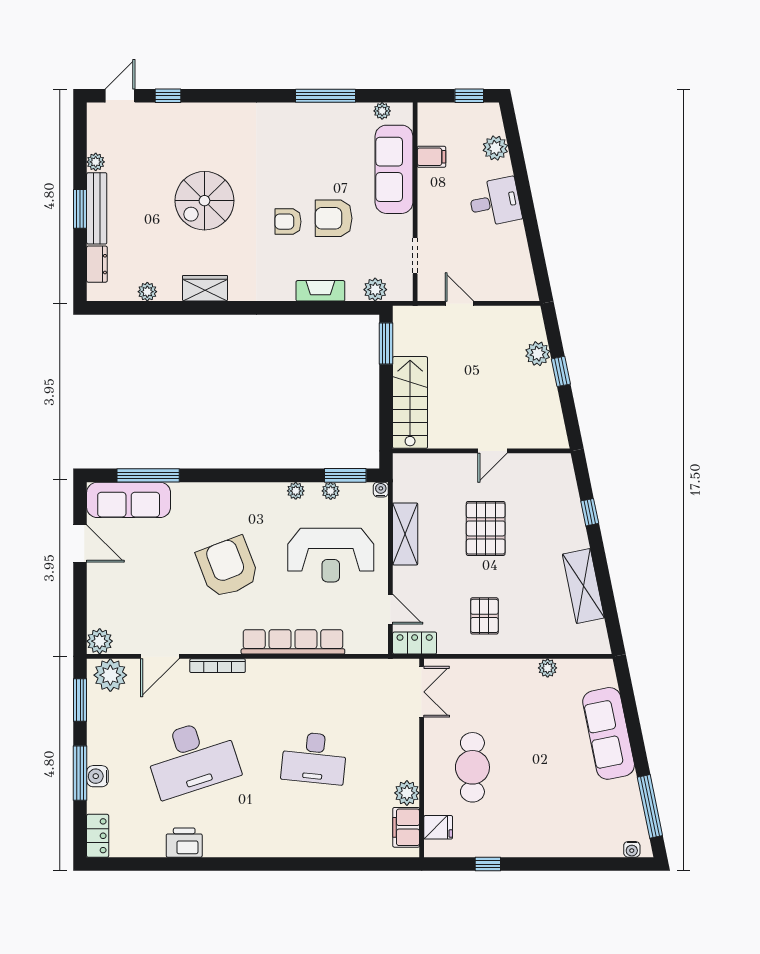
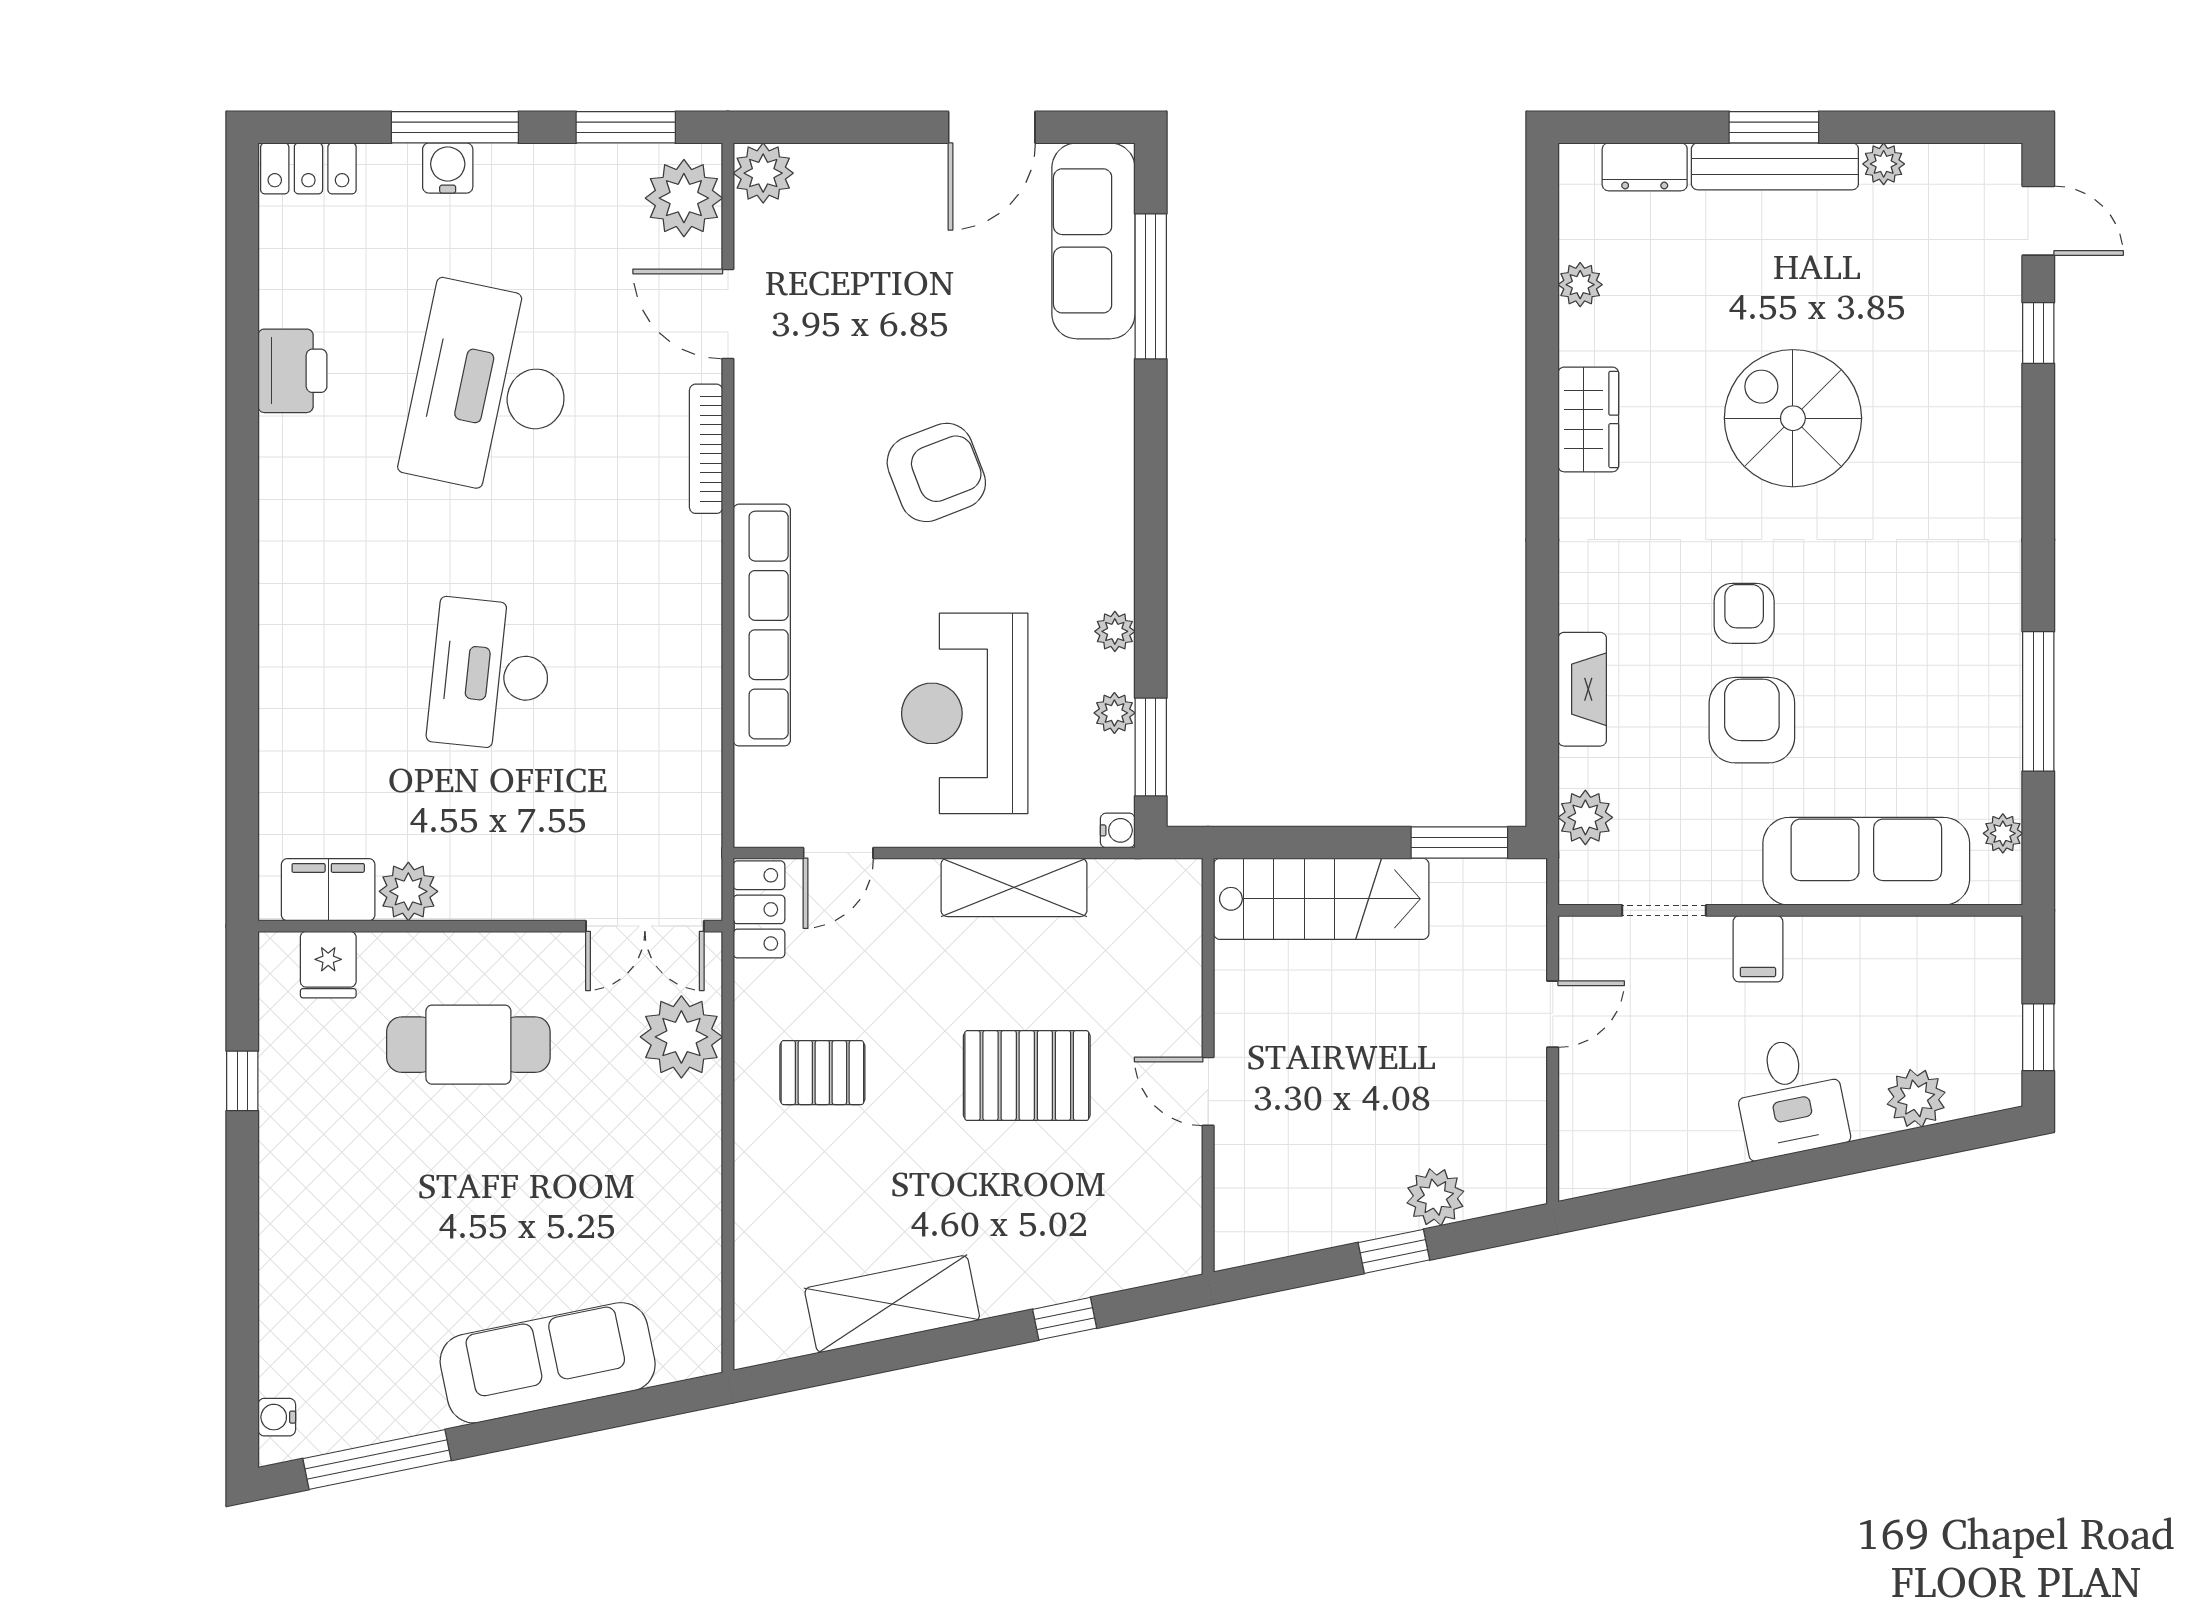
filing cabinet: (431, 157) -> (1758, 949), moved
armchair: (228, 567) -> (936, 472), width x0.73, depth x0.73
plant: (548, 668) -> (681, 1037), moved, width x1.88, depth x1.88
desk: (192, 758) -> (490, 389), turned 30

